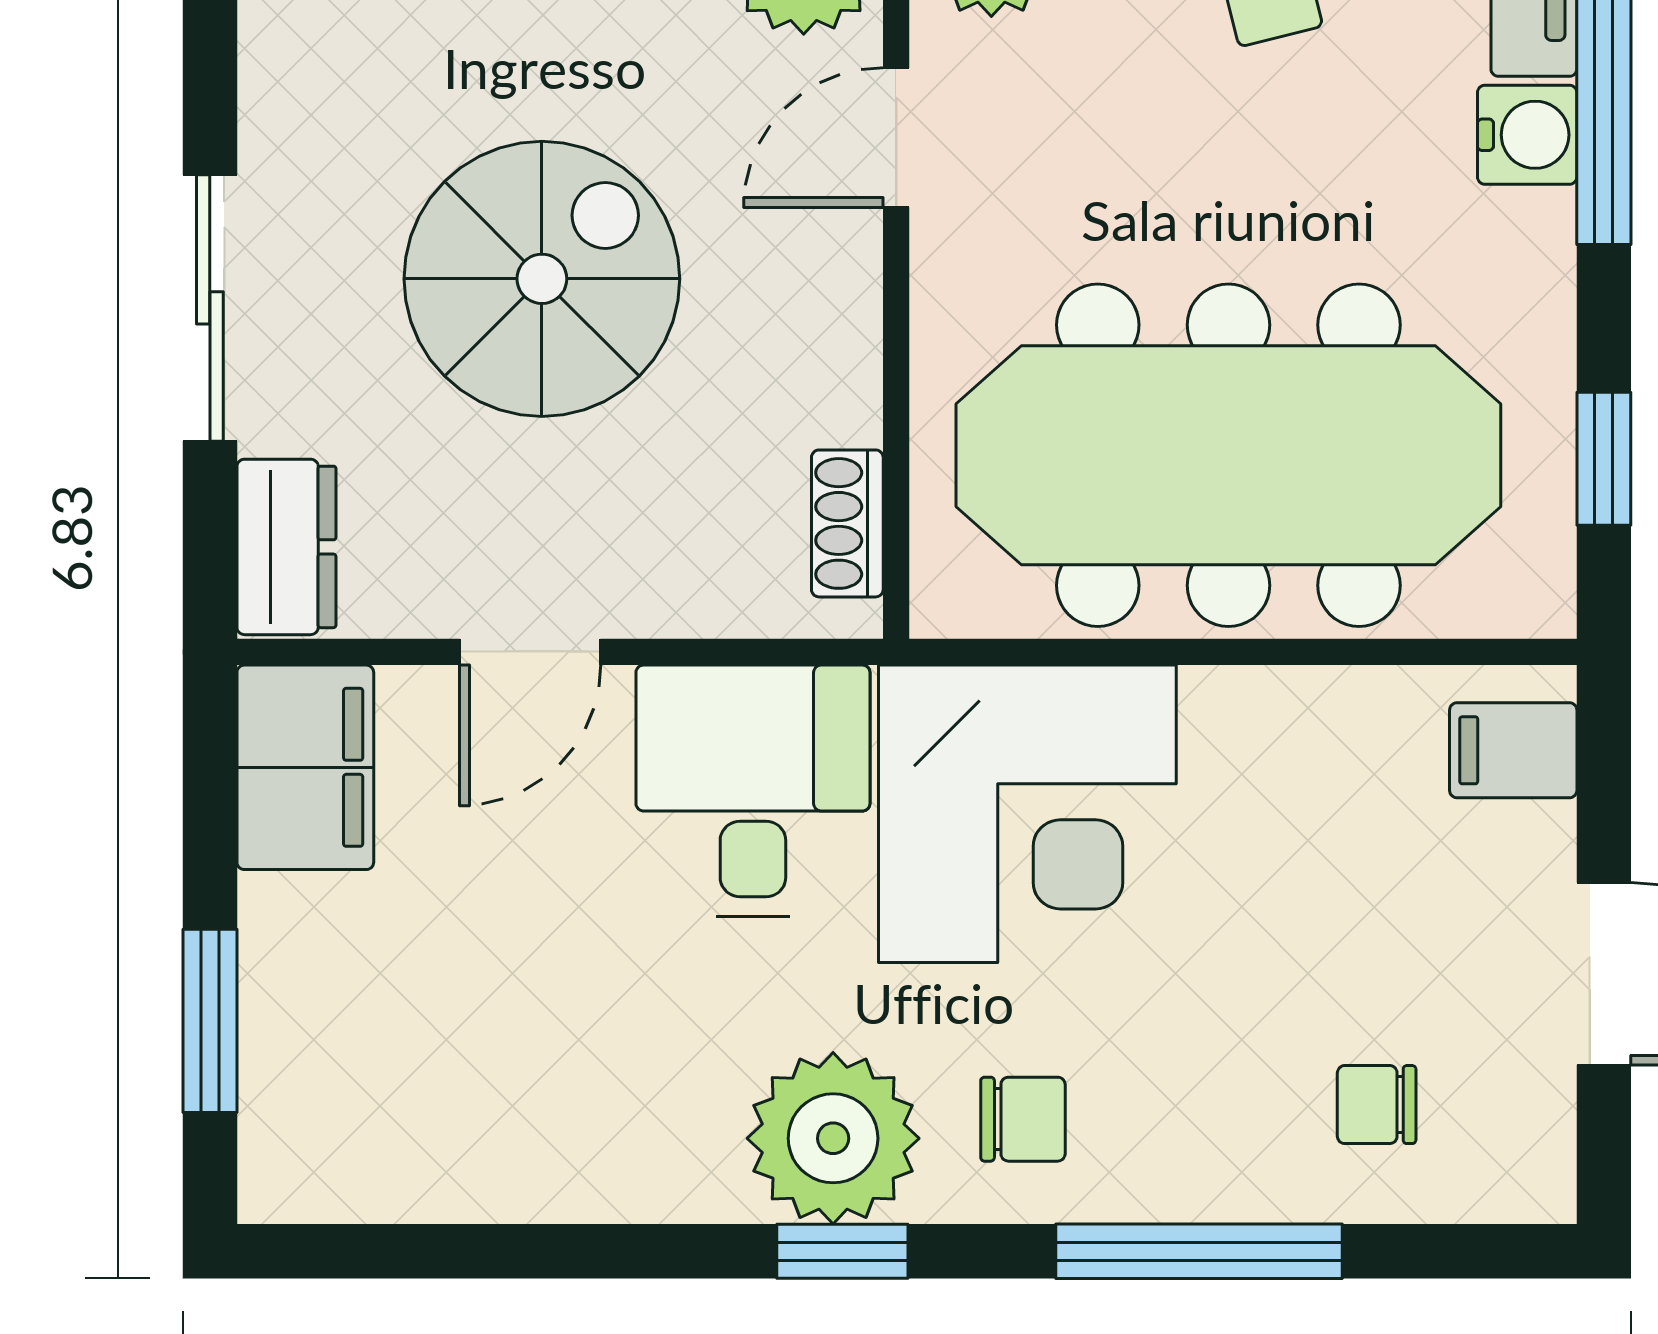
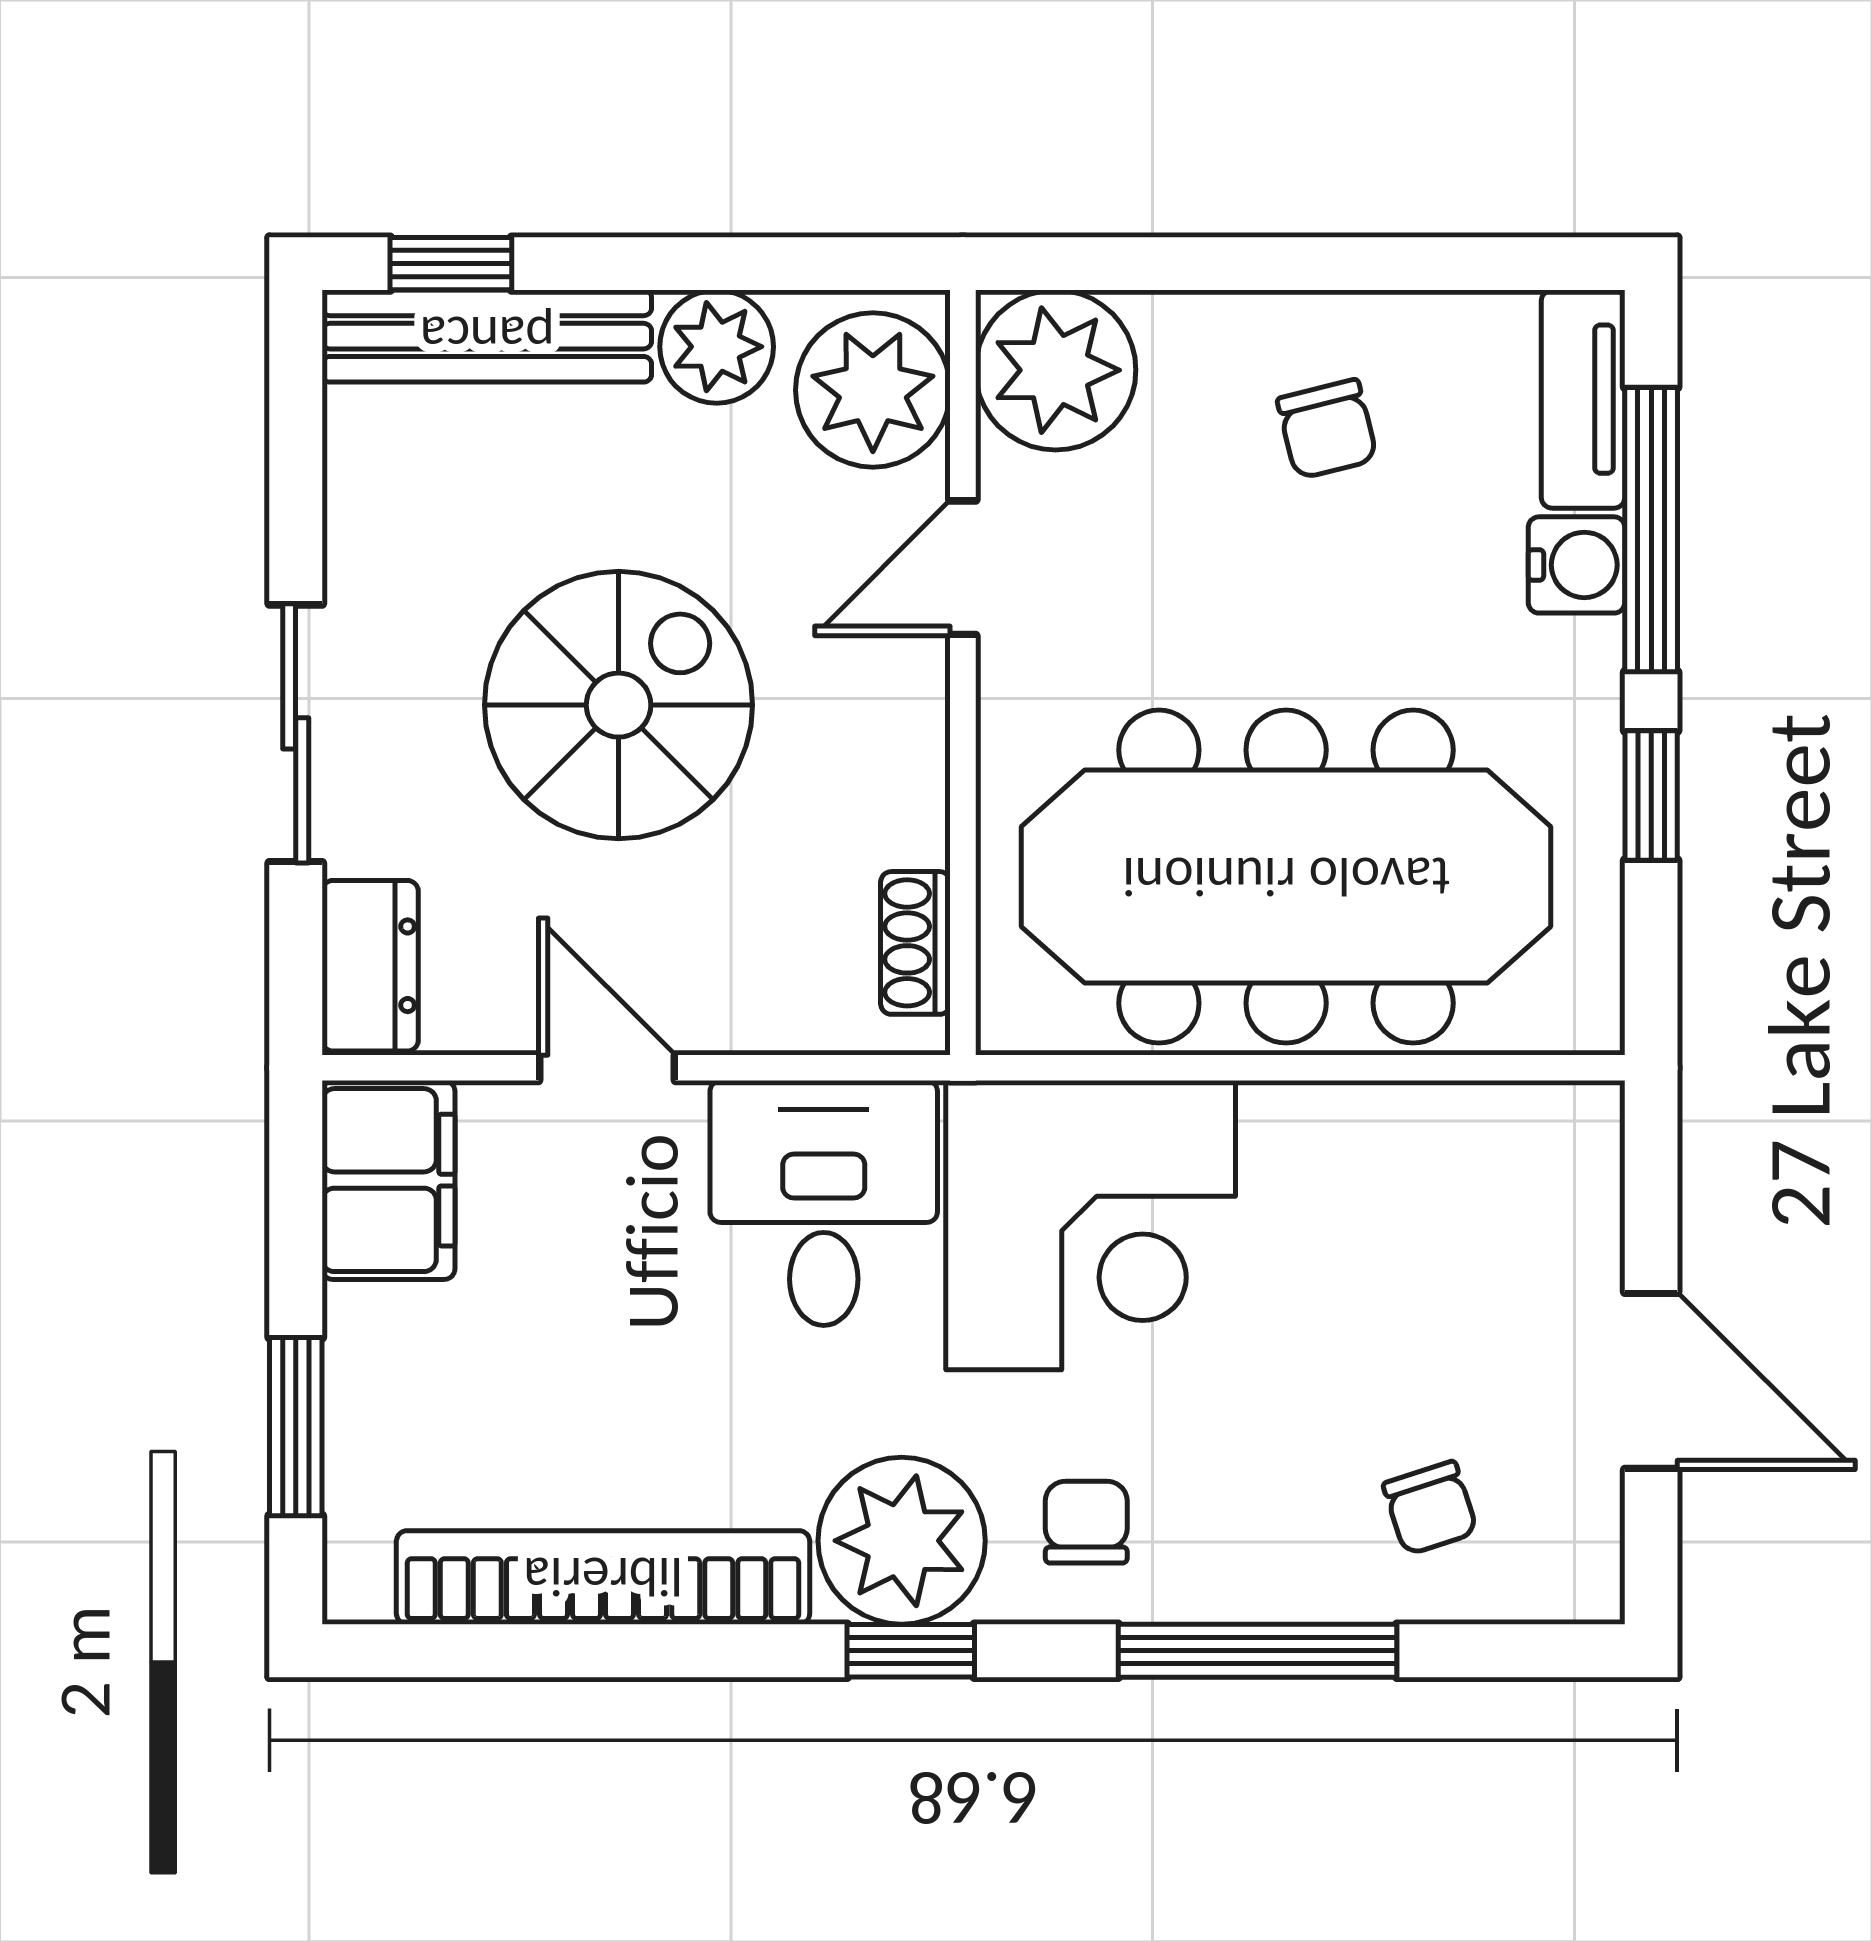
window: (1604, 459) -> (1651, 795), moved
door: (530, 652) -> (607, 1068), swing flipped
filing cabinet: (1513, 750) -> (1563, 1163), removed
chair: (1377, 1105) -> (1430, 1508), turned -108
chair: (1023, 1119) -> (1086, 1522), turned -90
bookcase: (526, 1176) -> (603, 1577), added

